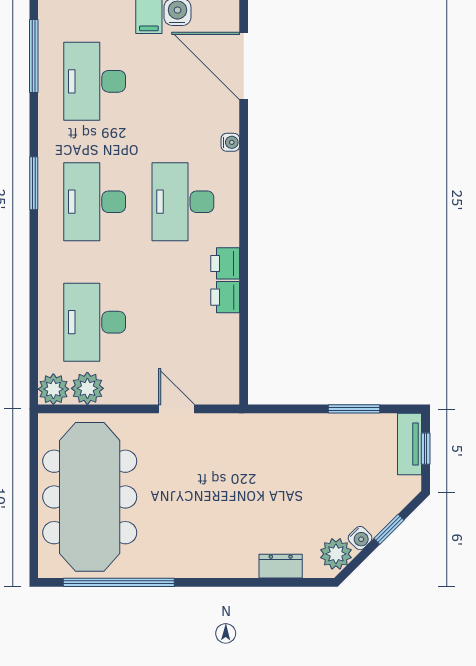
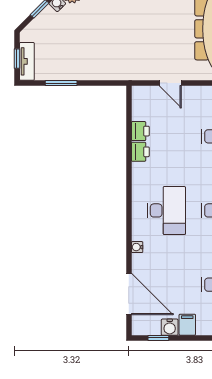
printer: (225, 263) -> (140, 131), moved

